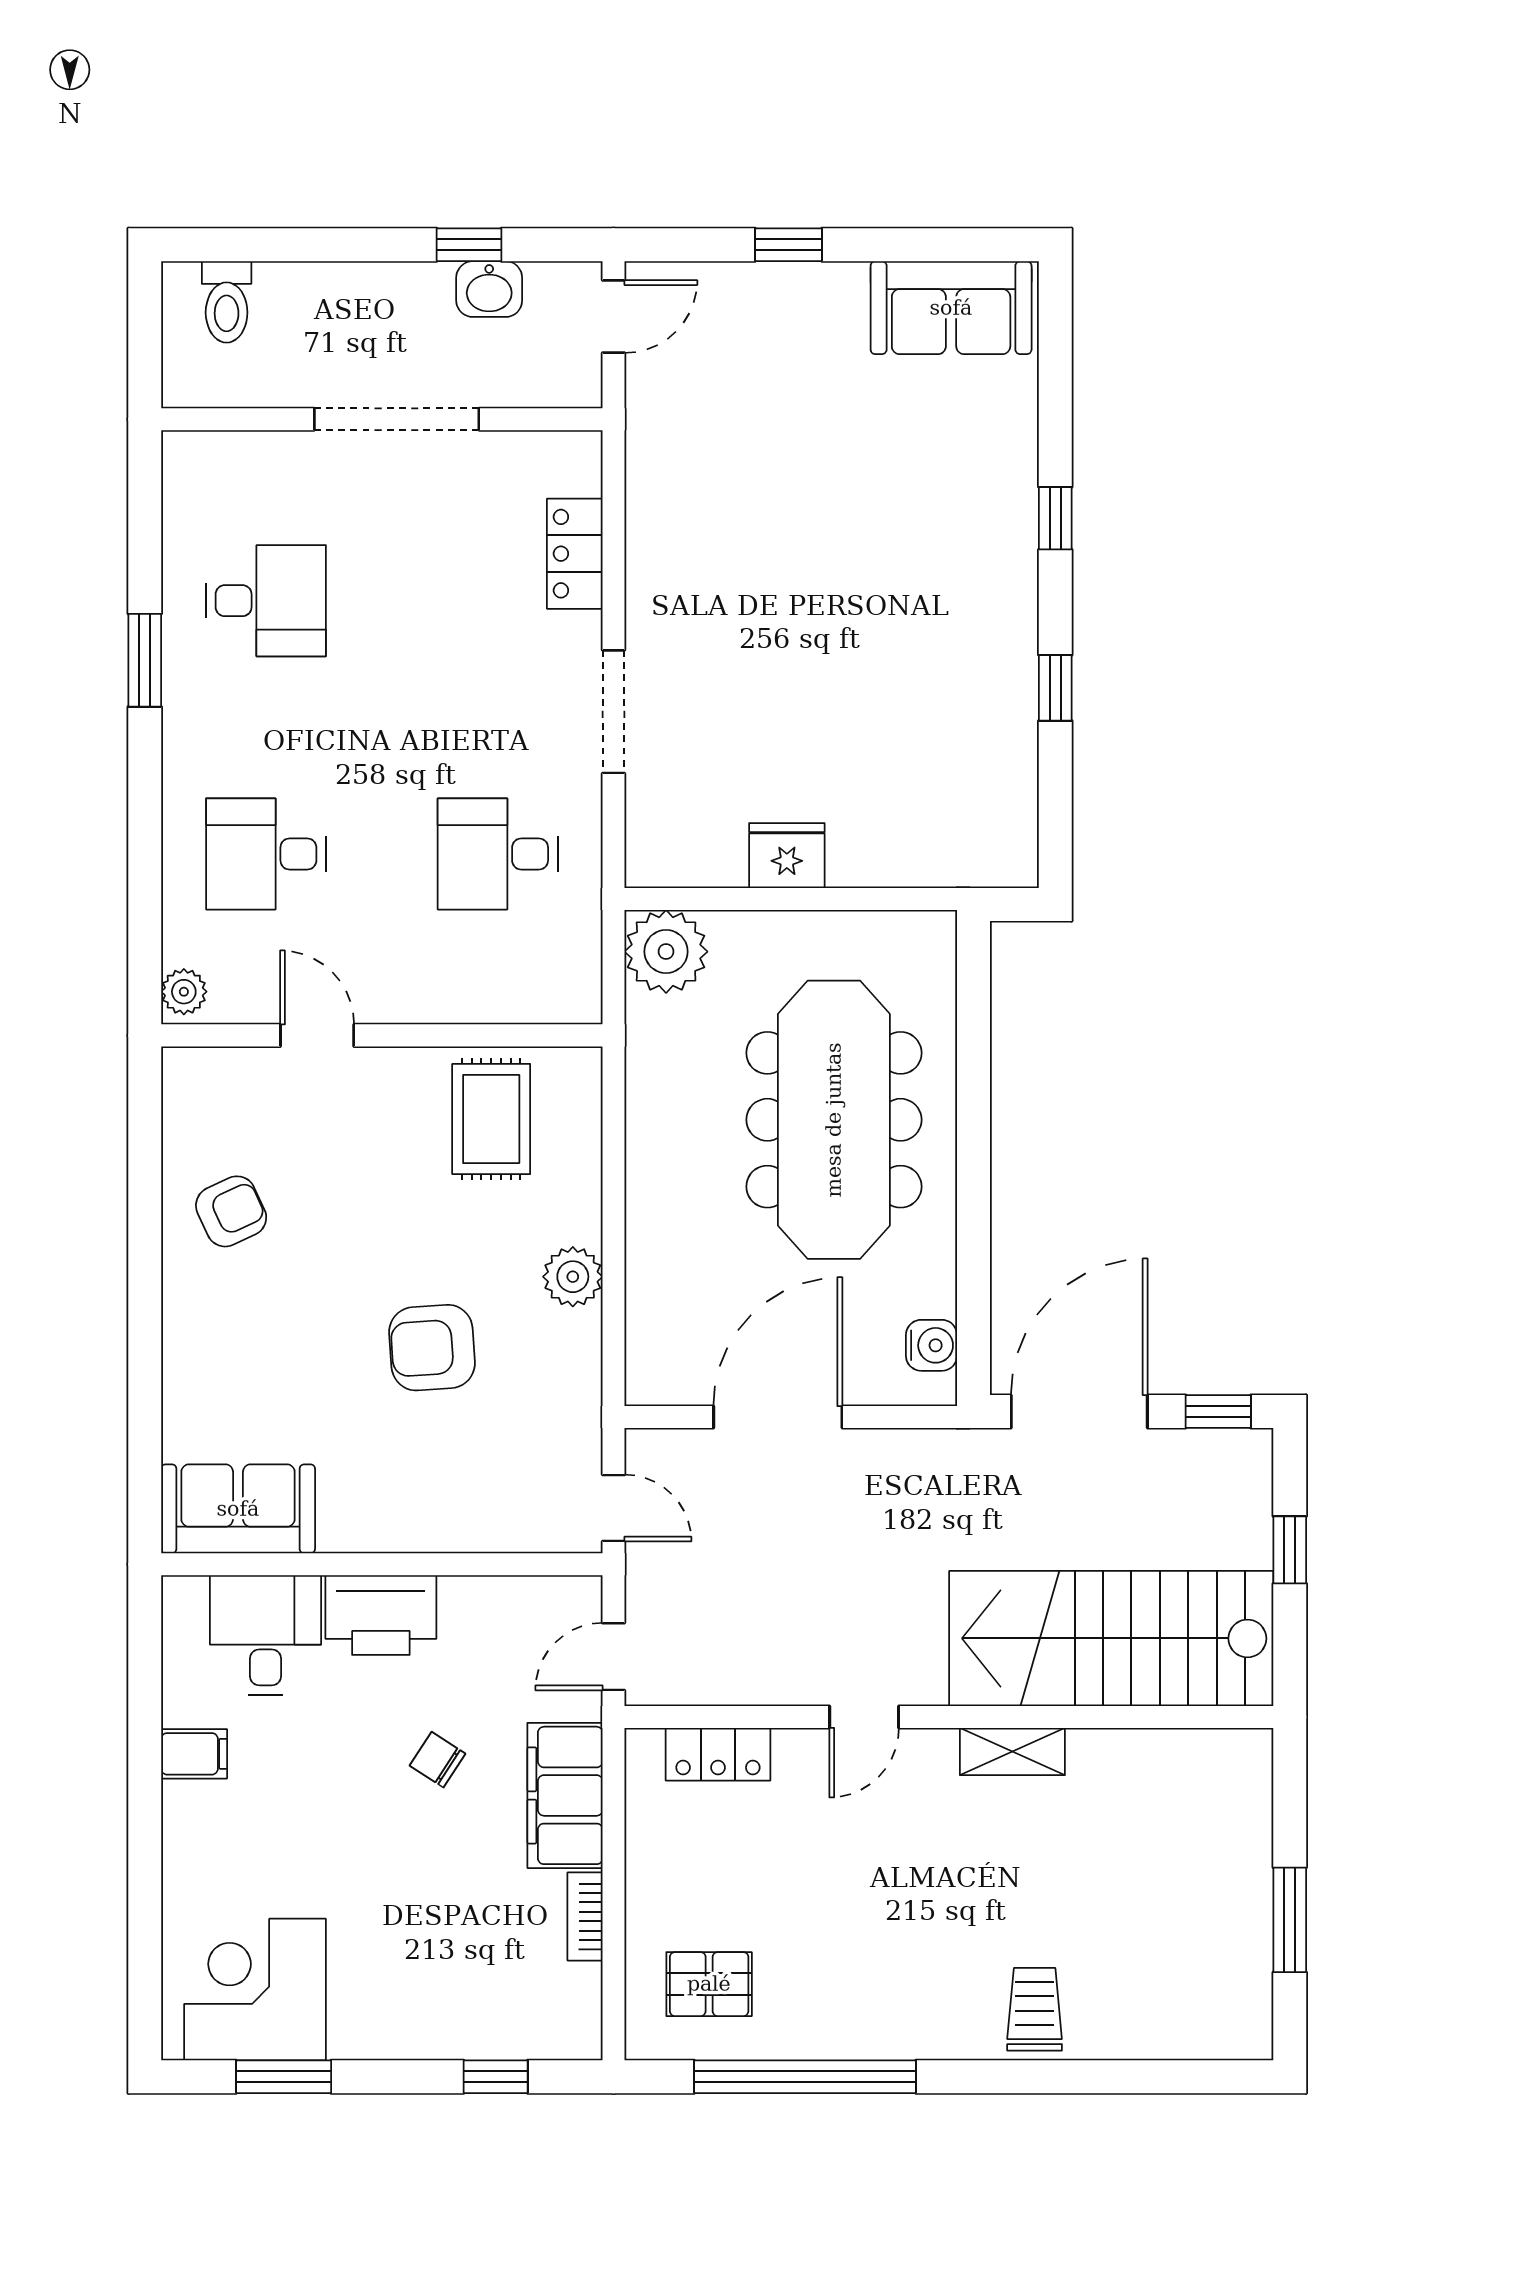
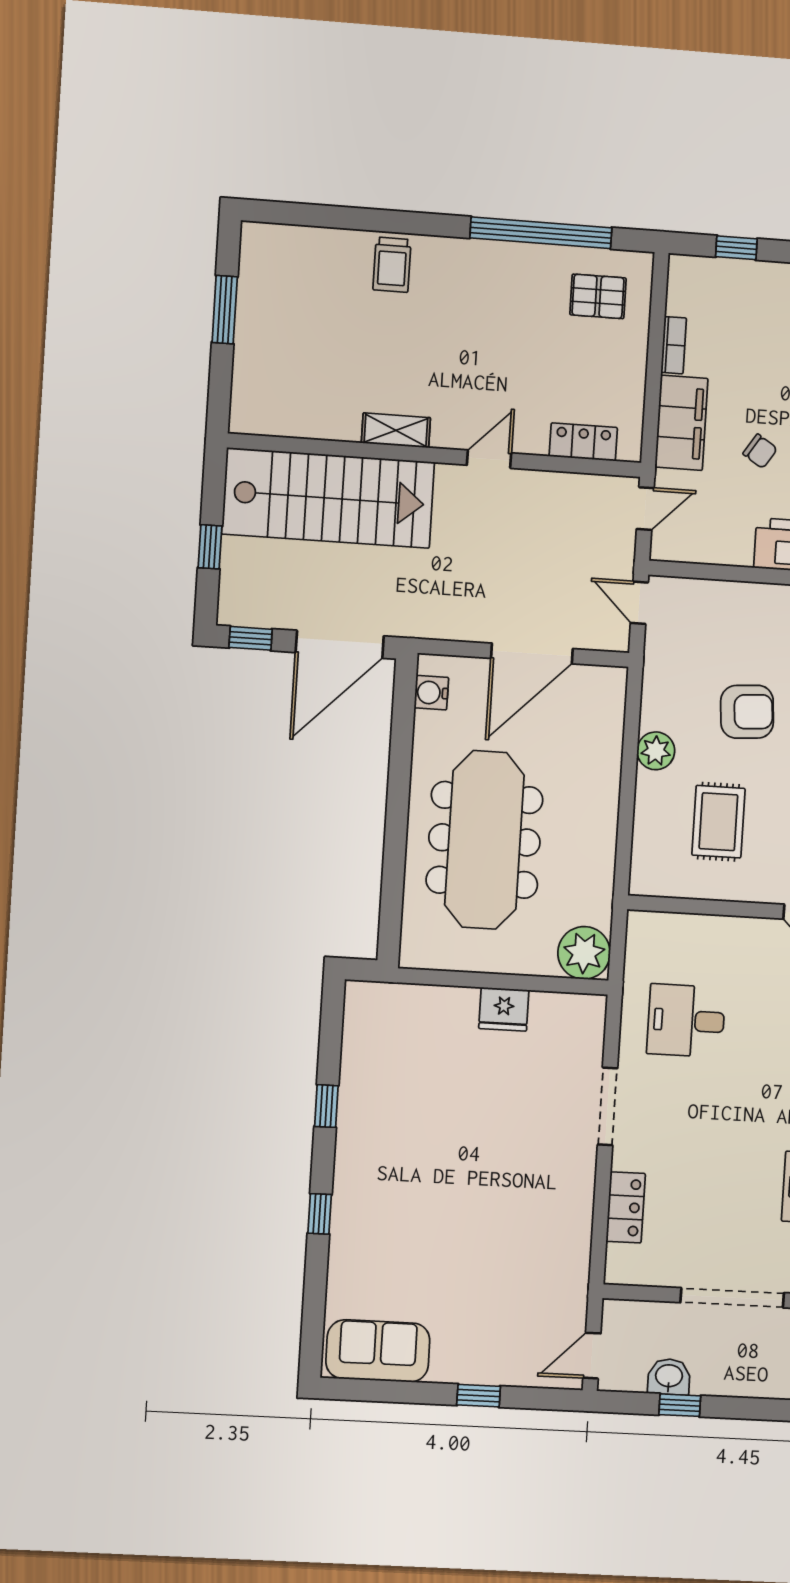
desk: (498, 854) -> (686, 1021), turned 180
rug: (491, 1119) -> (718, 822), moved

